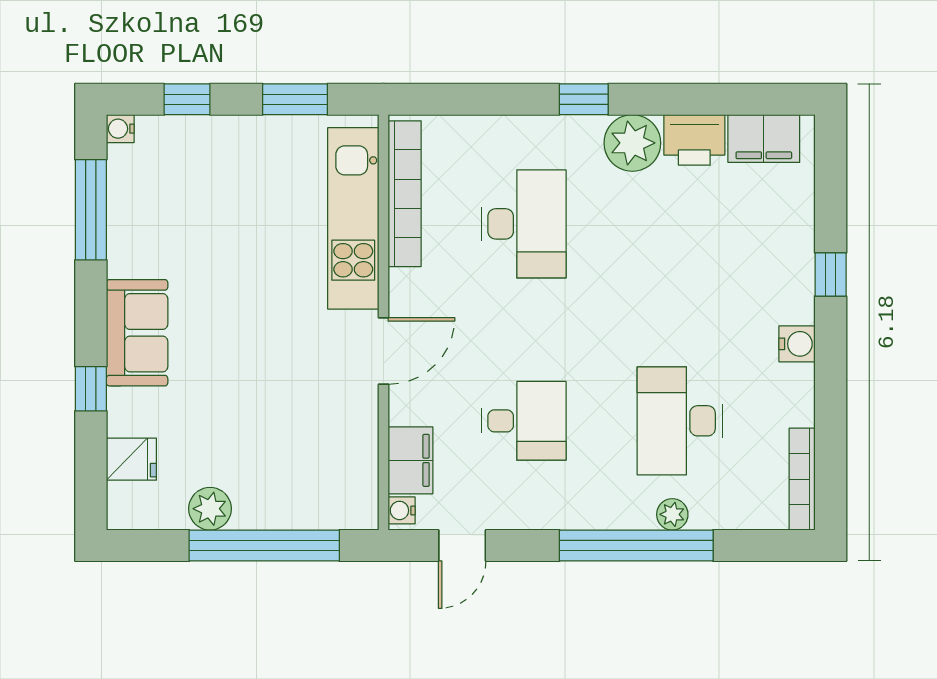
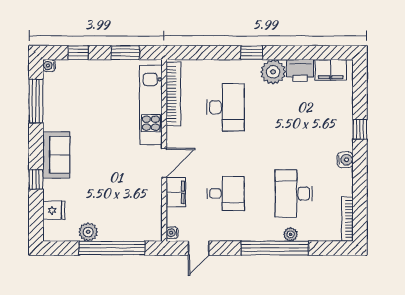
filing cabinet: (410, 460) -> (176, 192), moved

